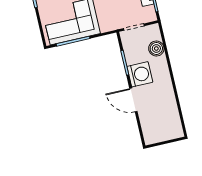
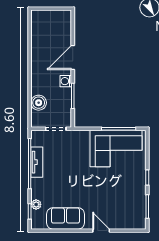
washing machine: (140, 74) -> (66, 81), width x0.53, depth x0.53
door: (133, 100) -> (73, 57), swing flipped

